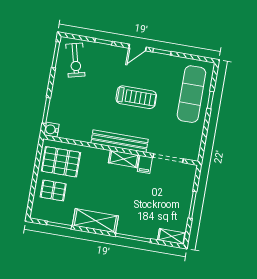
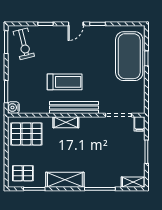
exercise mat: (191, 94) -> (129, 56), width x1.47
treadmill: (136, 97) -> (65, 82), moved
shelving: (124, 159) -> (66, 122), moved
filing cabinet: (145, 164) -> (139, 124), moved
pallet: (53, 190) -> (23, 173), moved

